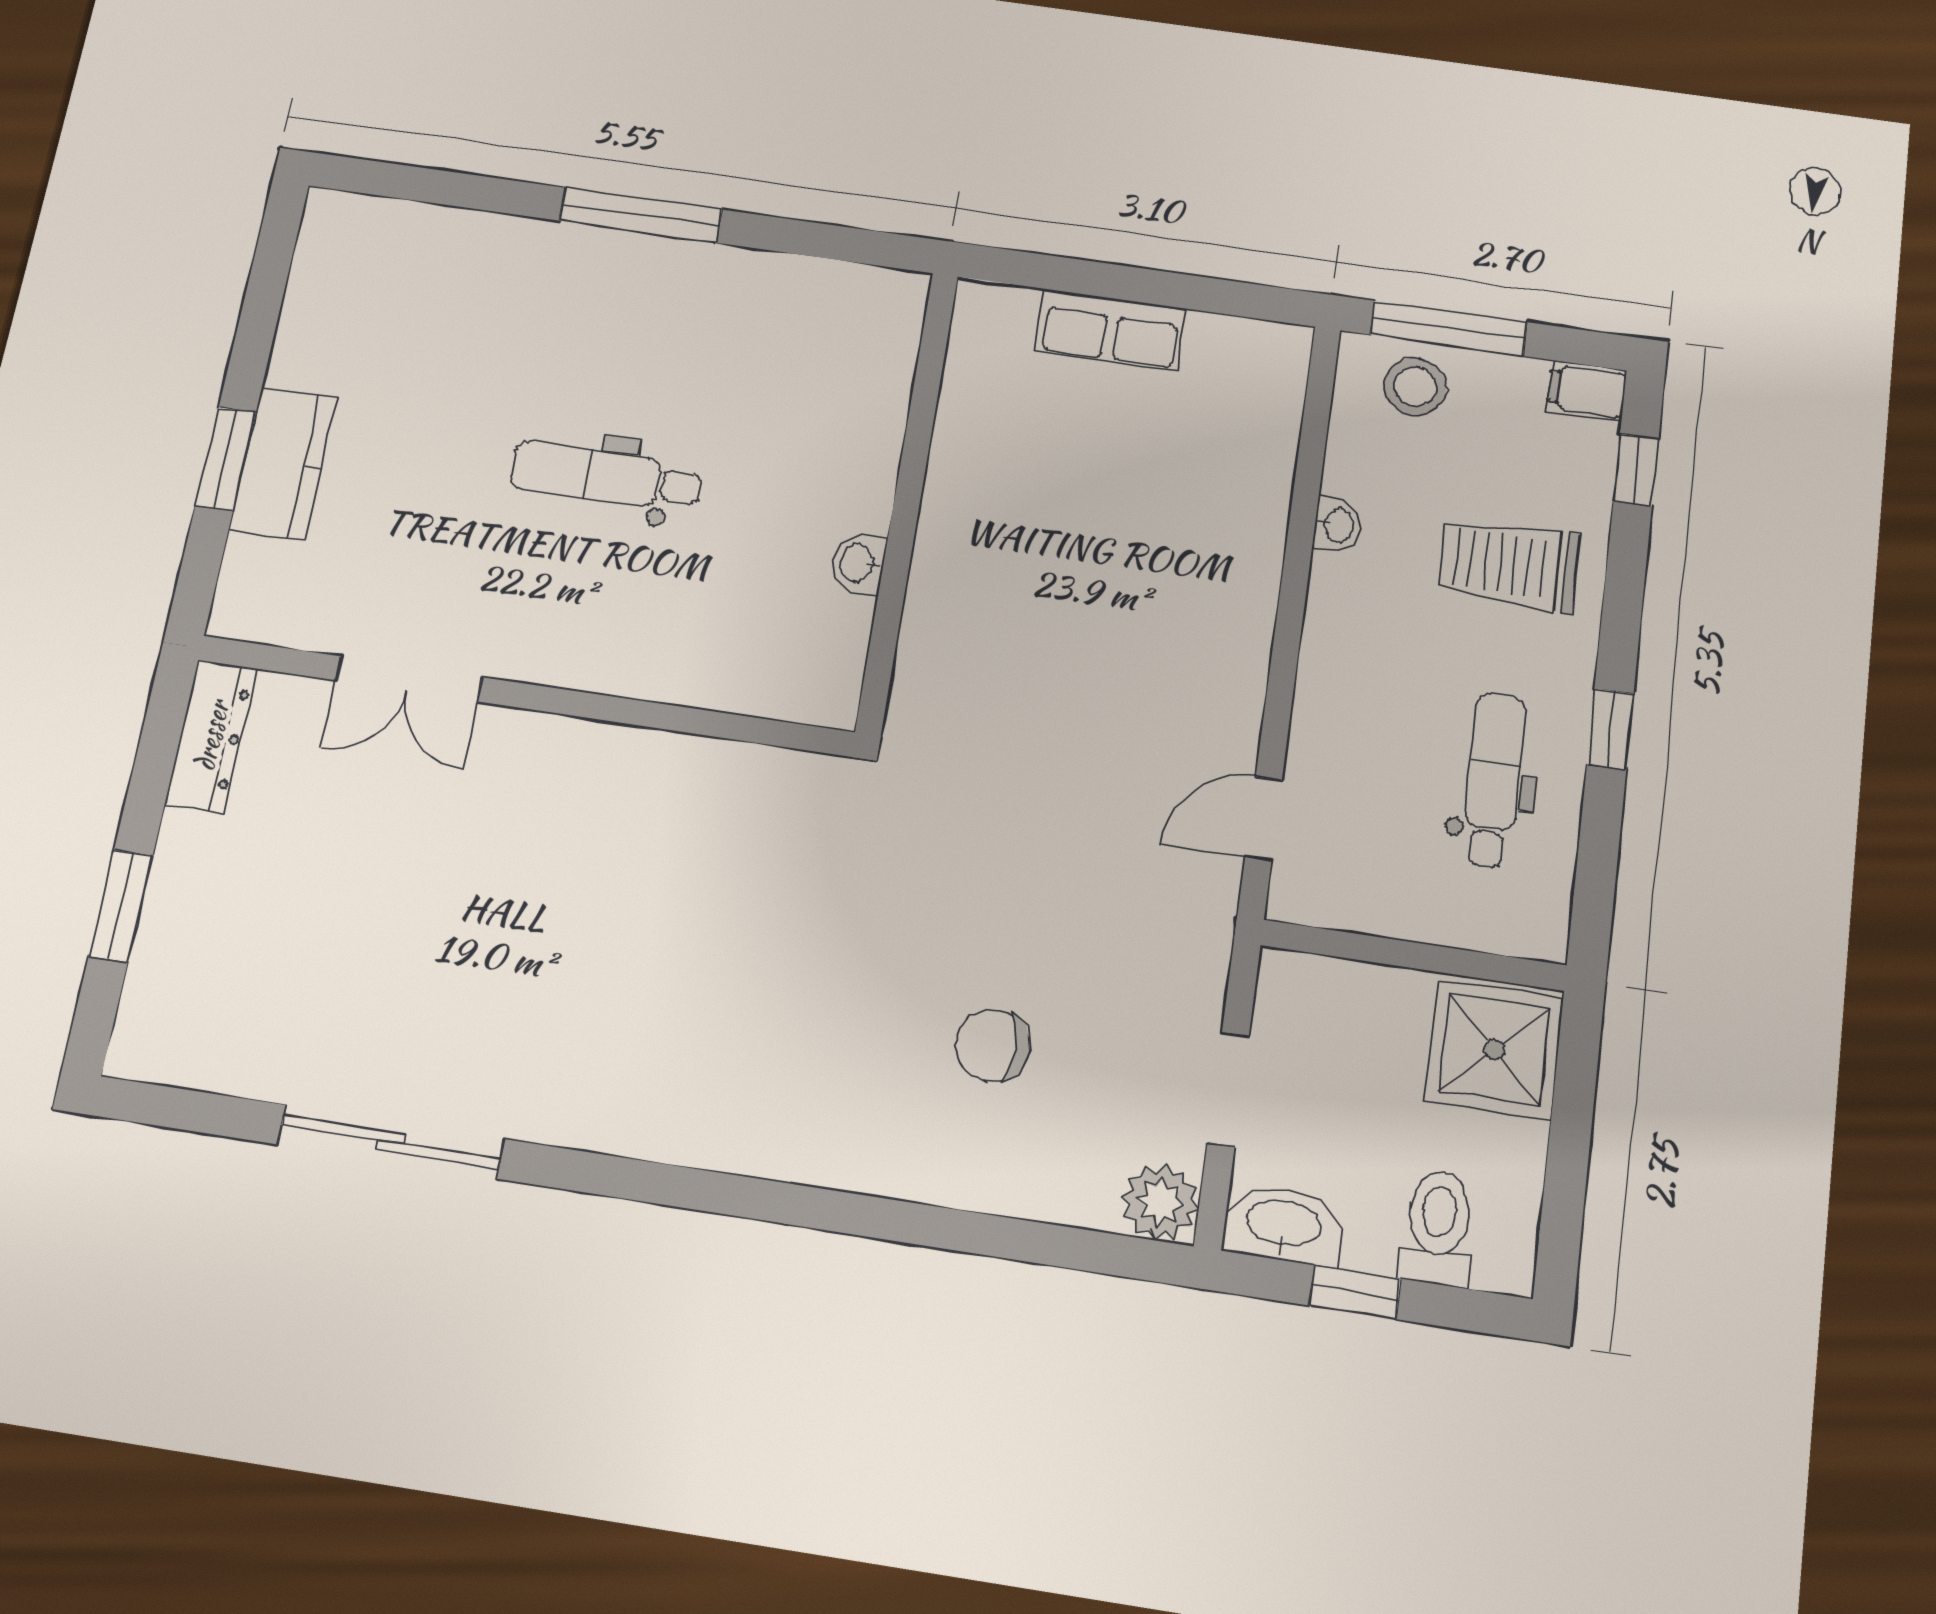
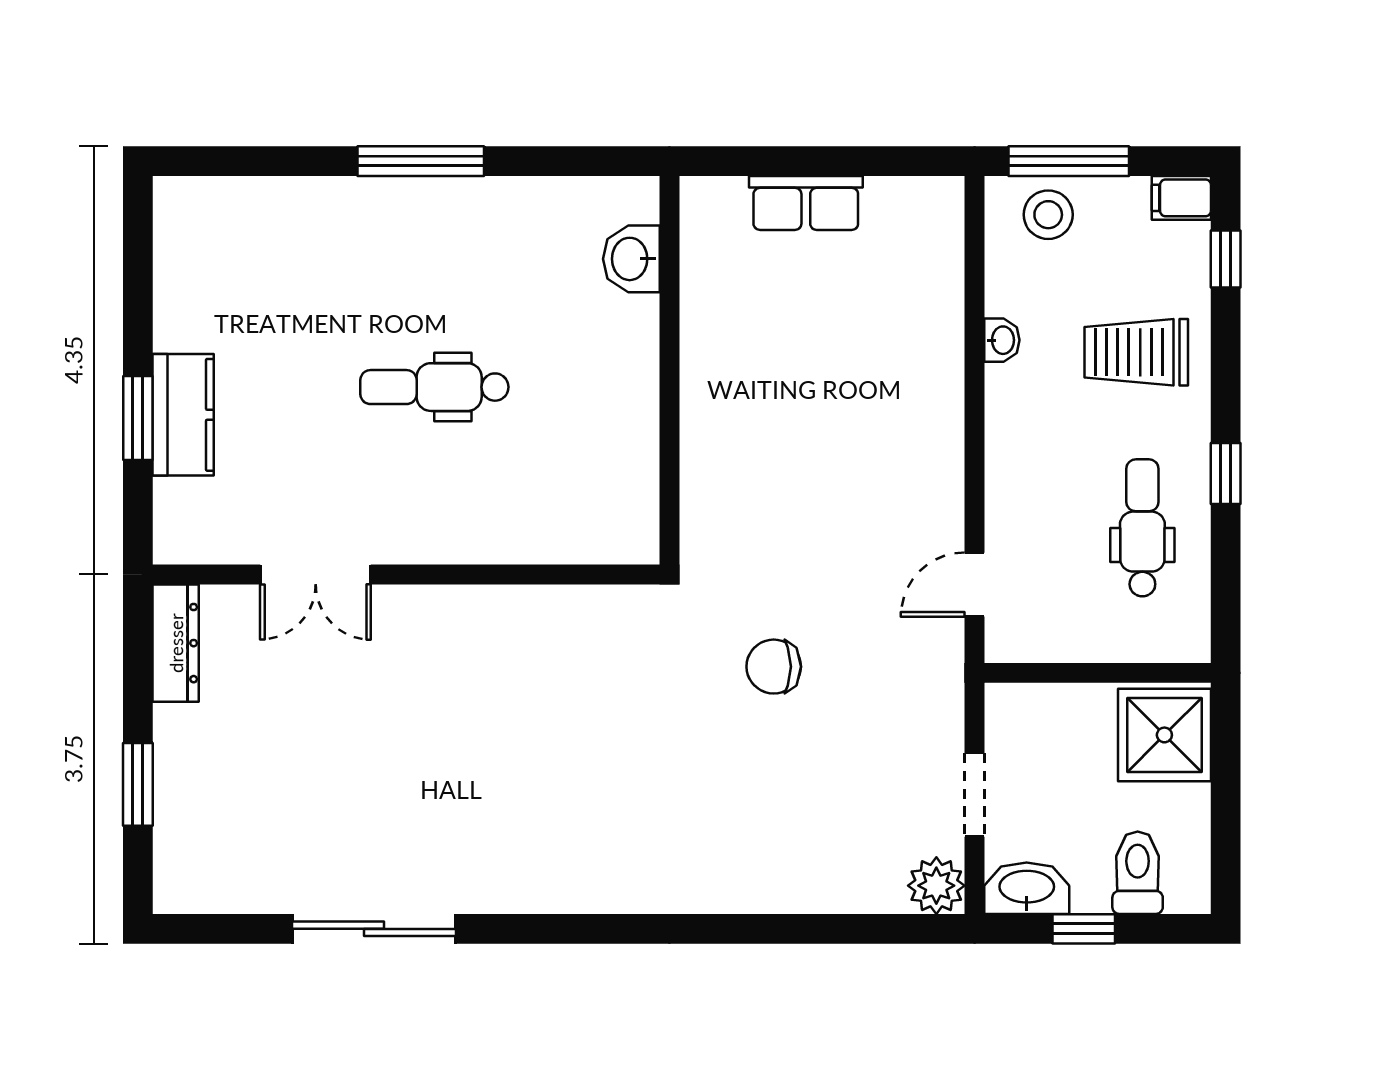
washbasin: (858, 563) -> (631, 259), moved, width x1.38, depth x1.45
chair: (993, 1045) -> (774, 667), moved

